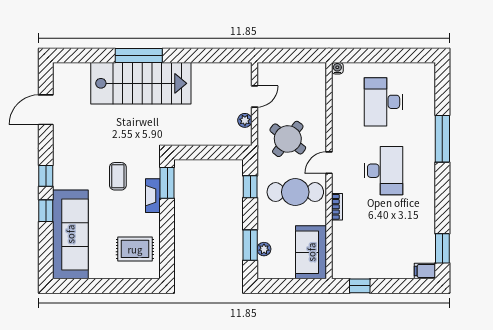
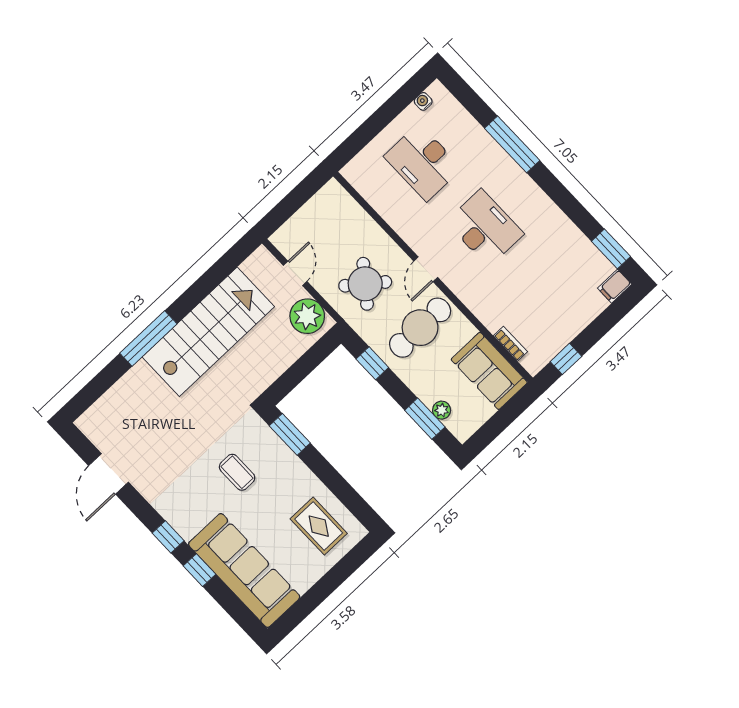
water cooler: (337, 68) -> (423, 101), moved
stairs: (141, 83) -> (208, 332), moved
plant: (245, 120) -> (307, 316), width x1.88, depth x1.88
fireplace: (153, 196) -> (288, 459), removed
bookcase: (337, 207) -> (510, 344), moved
rug: (135, 249) -> (319, 526), turned 90

